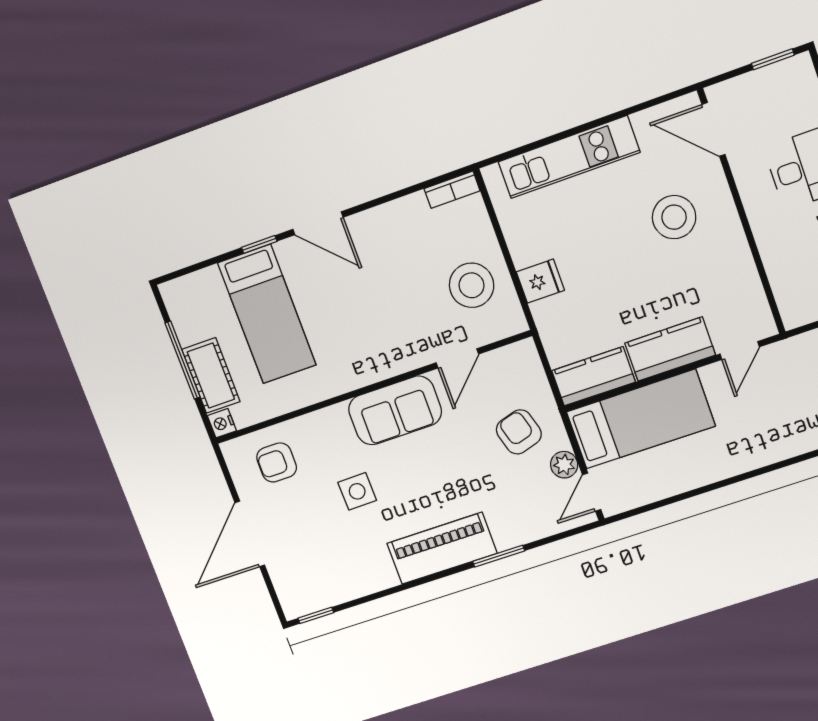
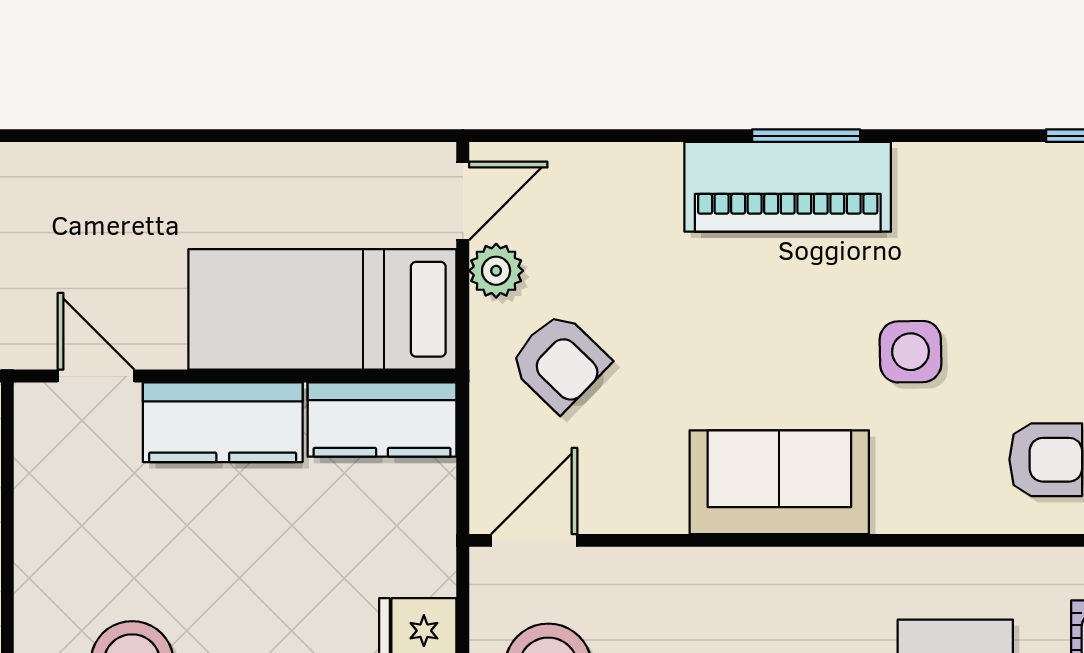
door: (740, 350) -> (96, 376), hinge flipped
door: (457, 358) -> (534, 540), moved
armchair: (519, 432) -> (559, 362), turned -30
window: (499, 556) -> (806, 136), moved

